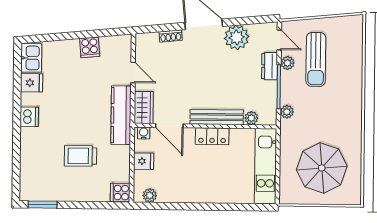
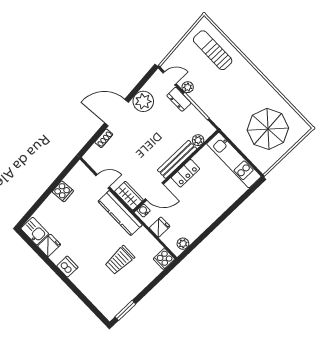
sun lounger: (316, 59) -> (213, 50), moved, turned 180
plant: (287, 112) -> (215, 116), removed

